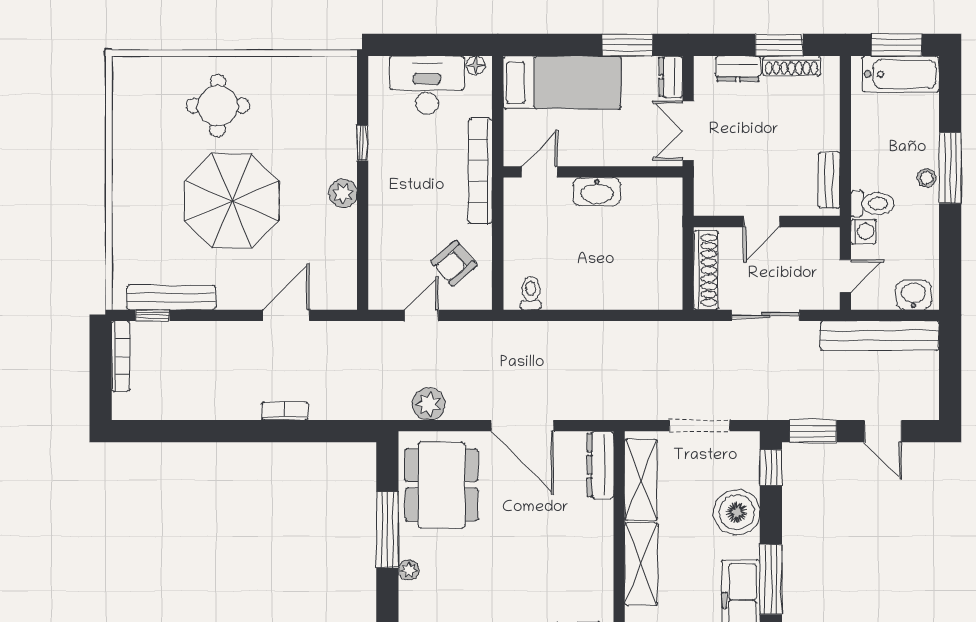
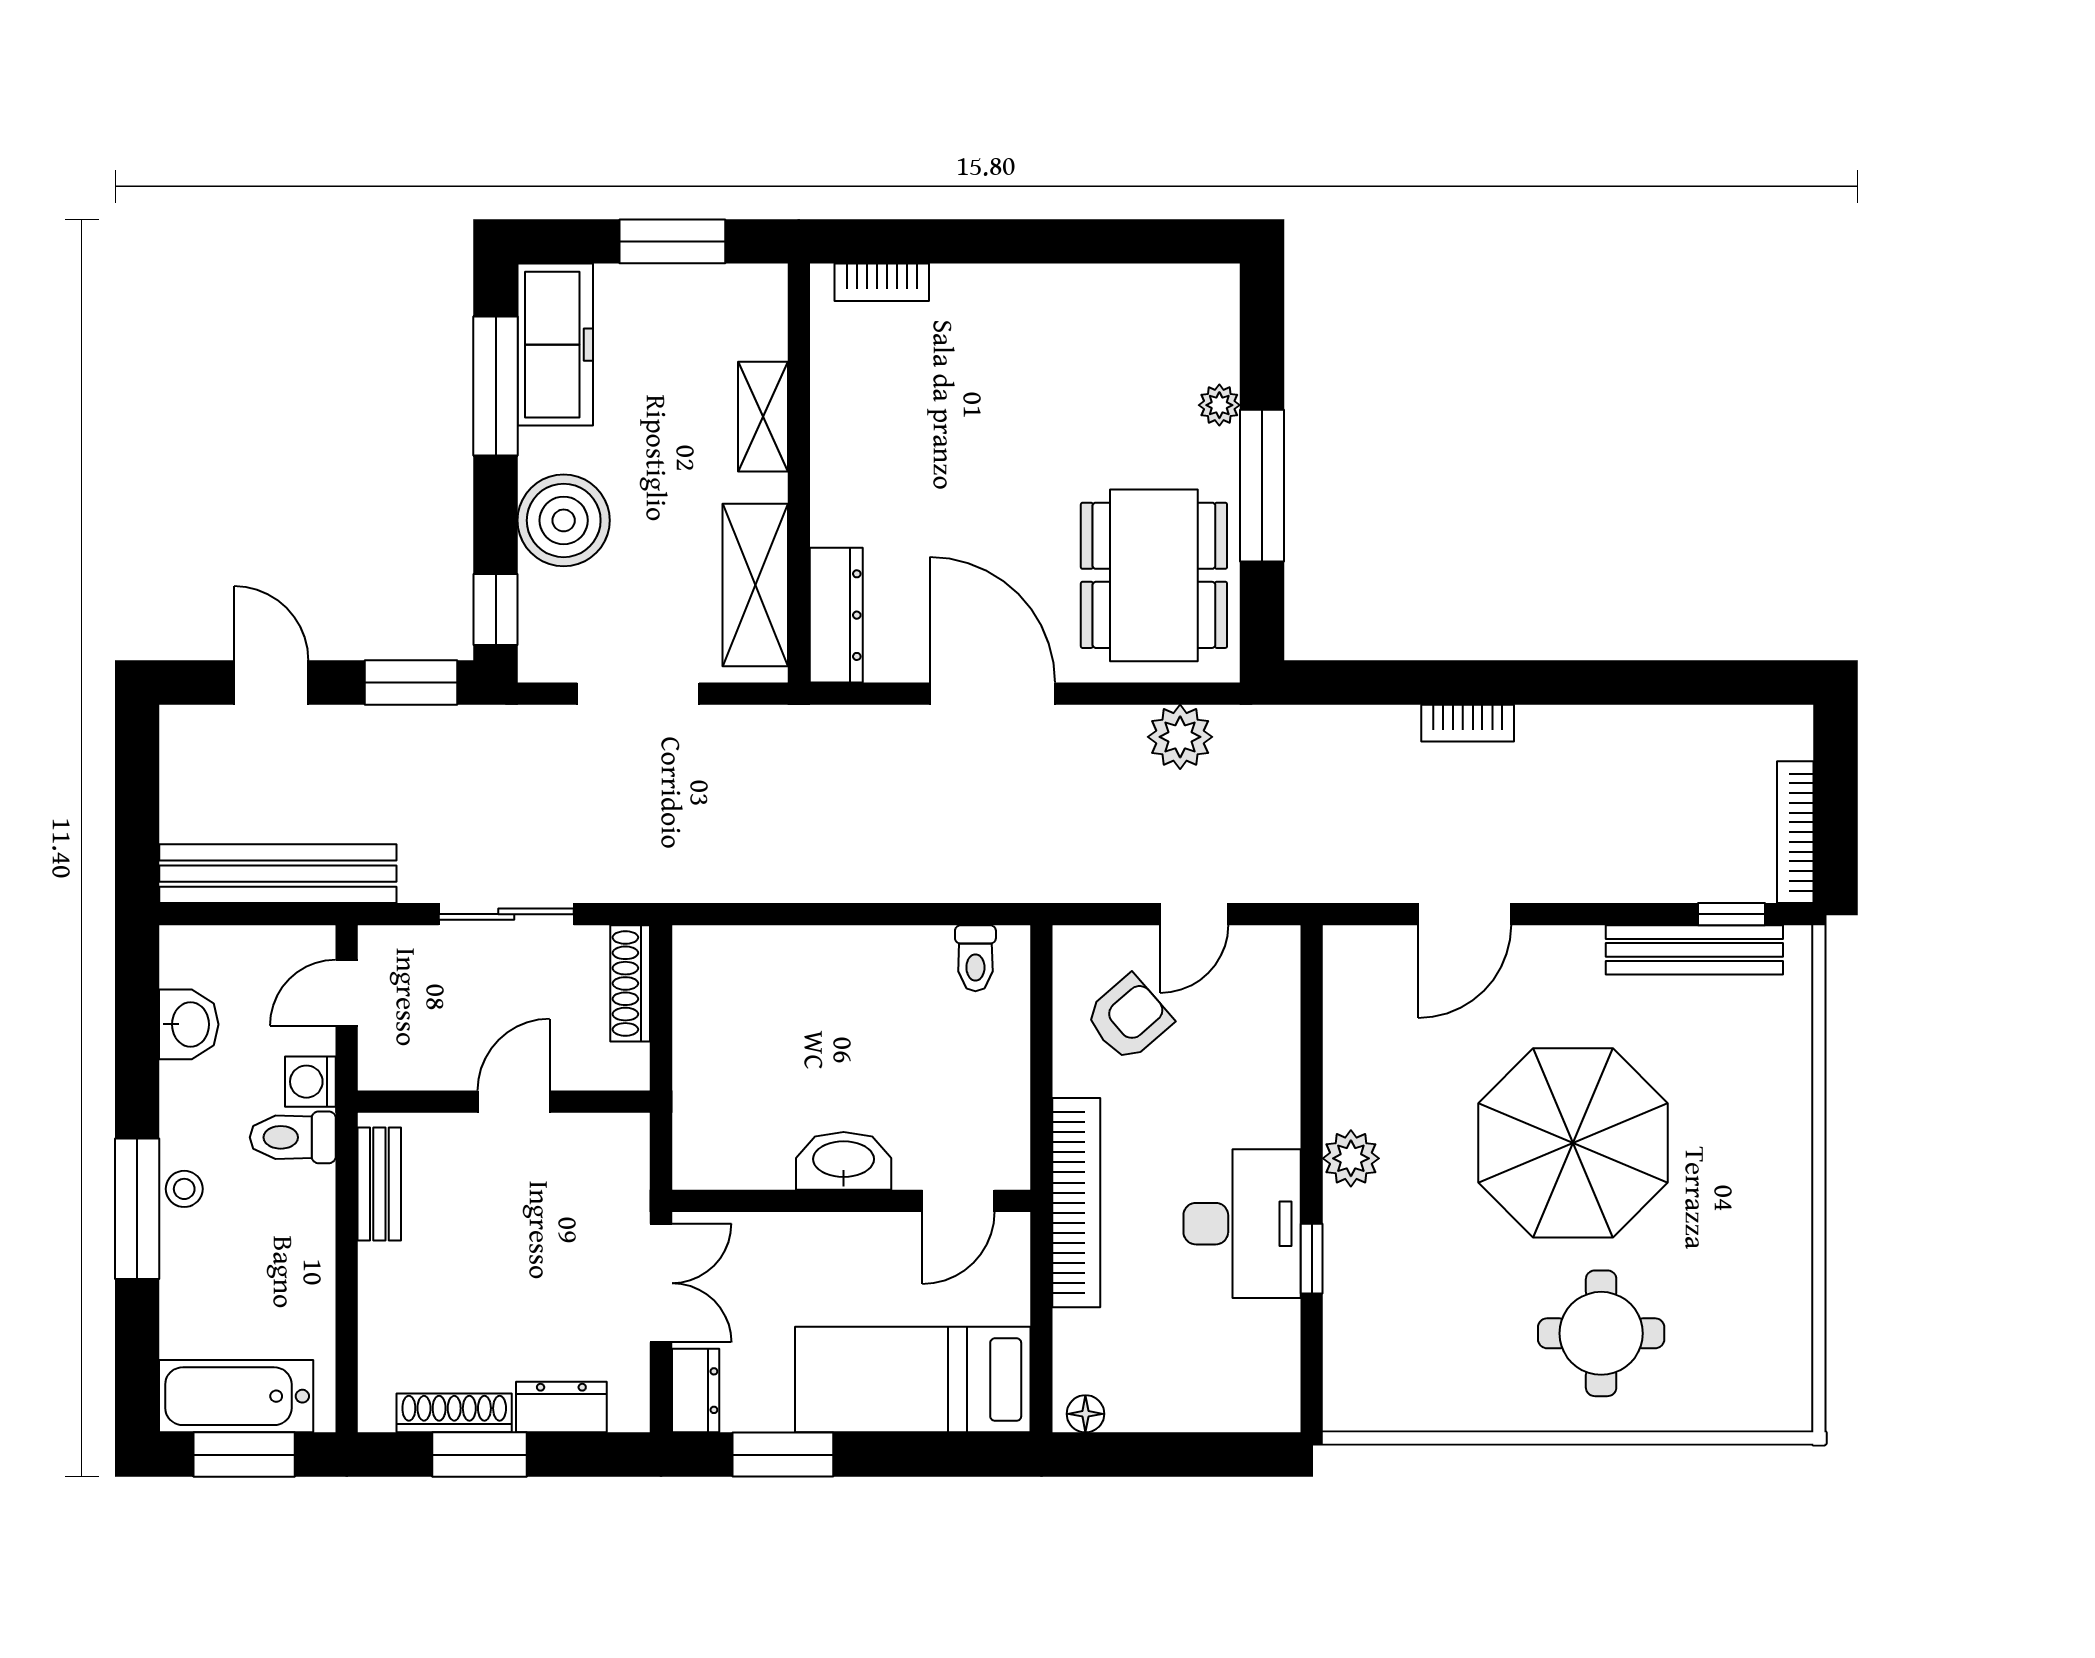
desk: (427, 85) -> (1242, 1224), moved, turned -90
shoe rack: (706, 270) -> (630, 983), width x0.74, depth x0.81
washbasin: (913, 295) -> (189, 1024), moved, turned -90
shelving: (641, 564) -> (763, 417), width x0.67, depth x0.75

